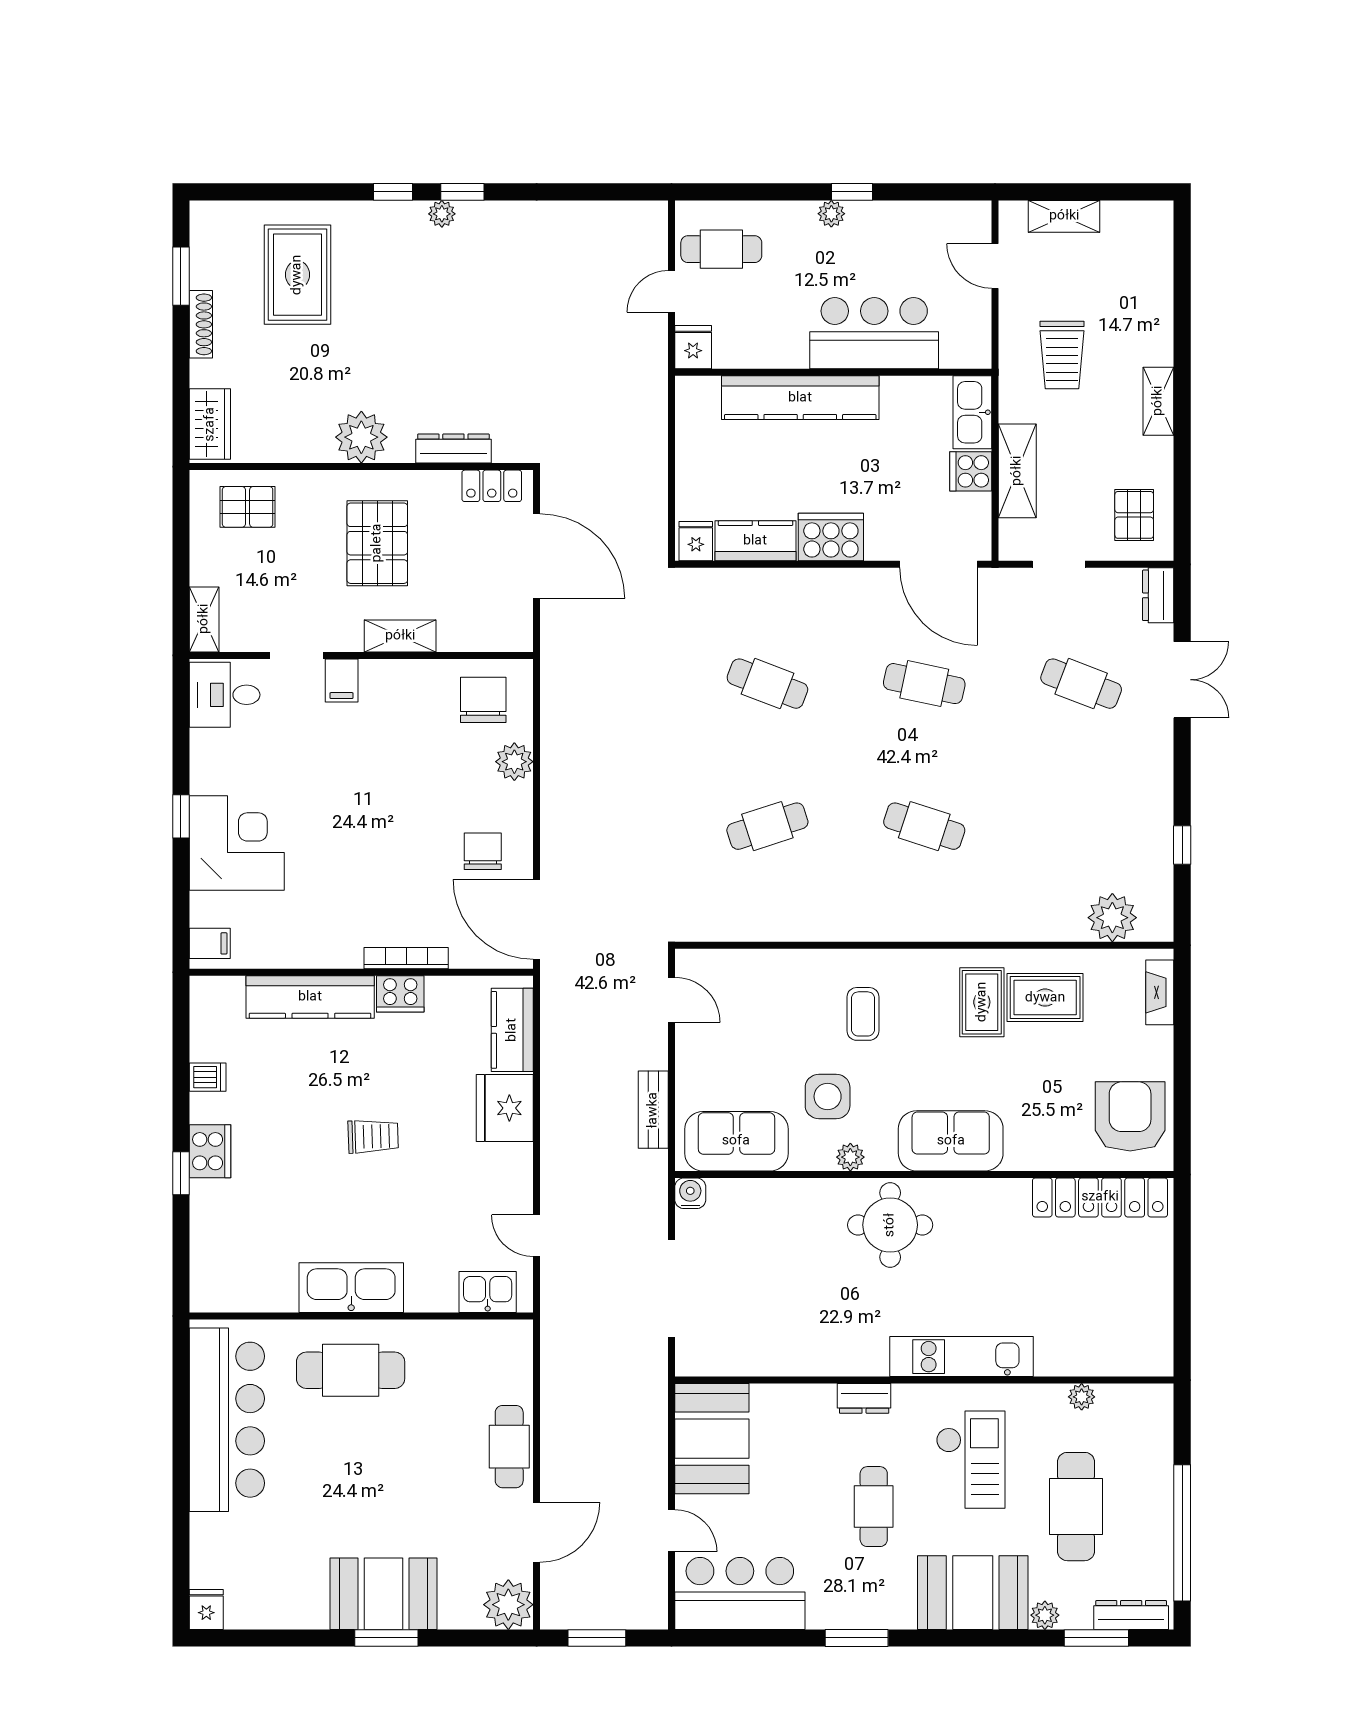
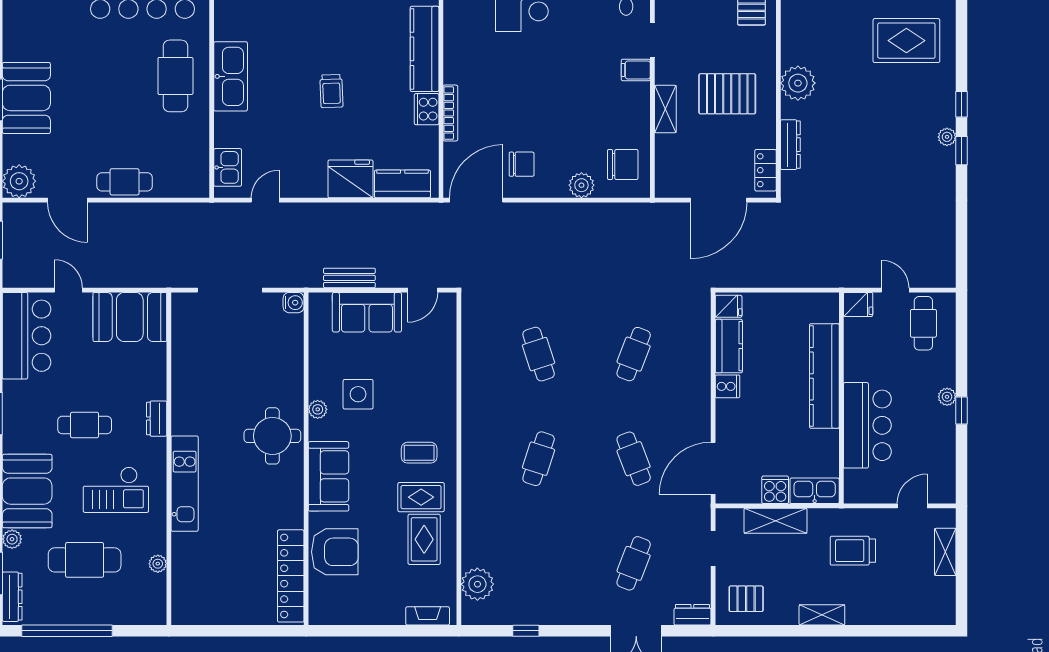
cooker: (831, 537) -> (728, 386), width x0.53, depth x0.76
cafe table: (924, 684) -> (634, 459), turned -33
coffee table: (863, 1014) -> (419, 453), moved
armchair: (1130, 1116) -> (335, 552), moved
sofa: (736, 1141) -> (367, 312), moved, turned 90
door: (671, 1531) -> (68, 290), swing flipped

